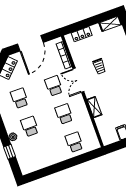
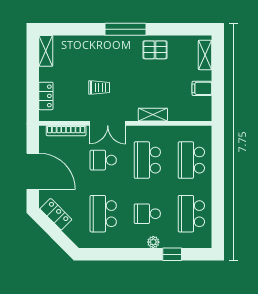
school desk: (19, 98) -> (103, 214), width x1.85
school desk: (64, 114) -> (147, 160), width x1.85
school desk: (74, 142) -> (191, 160), width x1.85
school desk: (40, 155) -> (191, 214), added

